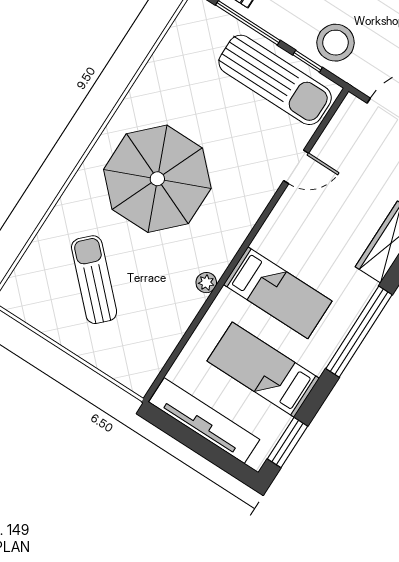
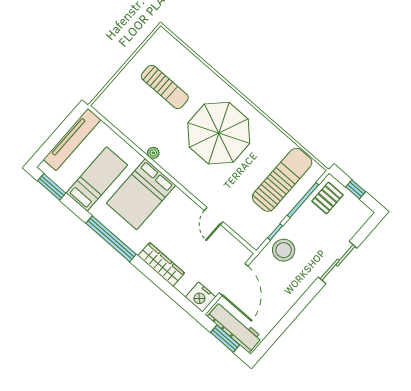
sun lounger: (275, 80) -> (282, 180), moved, turned 180
sun lounger: (94, 280) -> (165, 87), turned 45
bed: (278, 293) -> (141, 194), width x1.50

